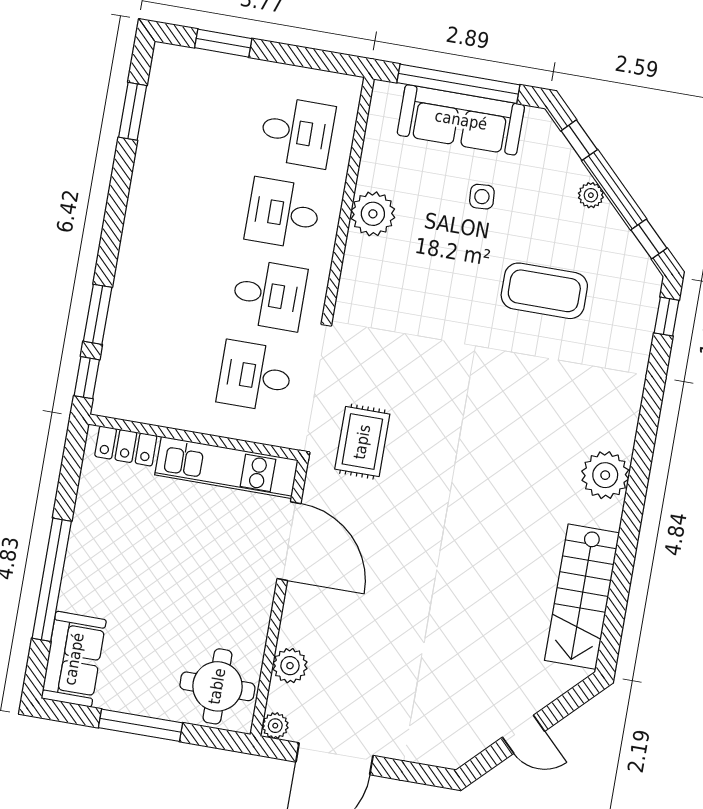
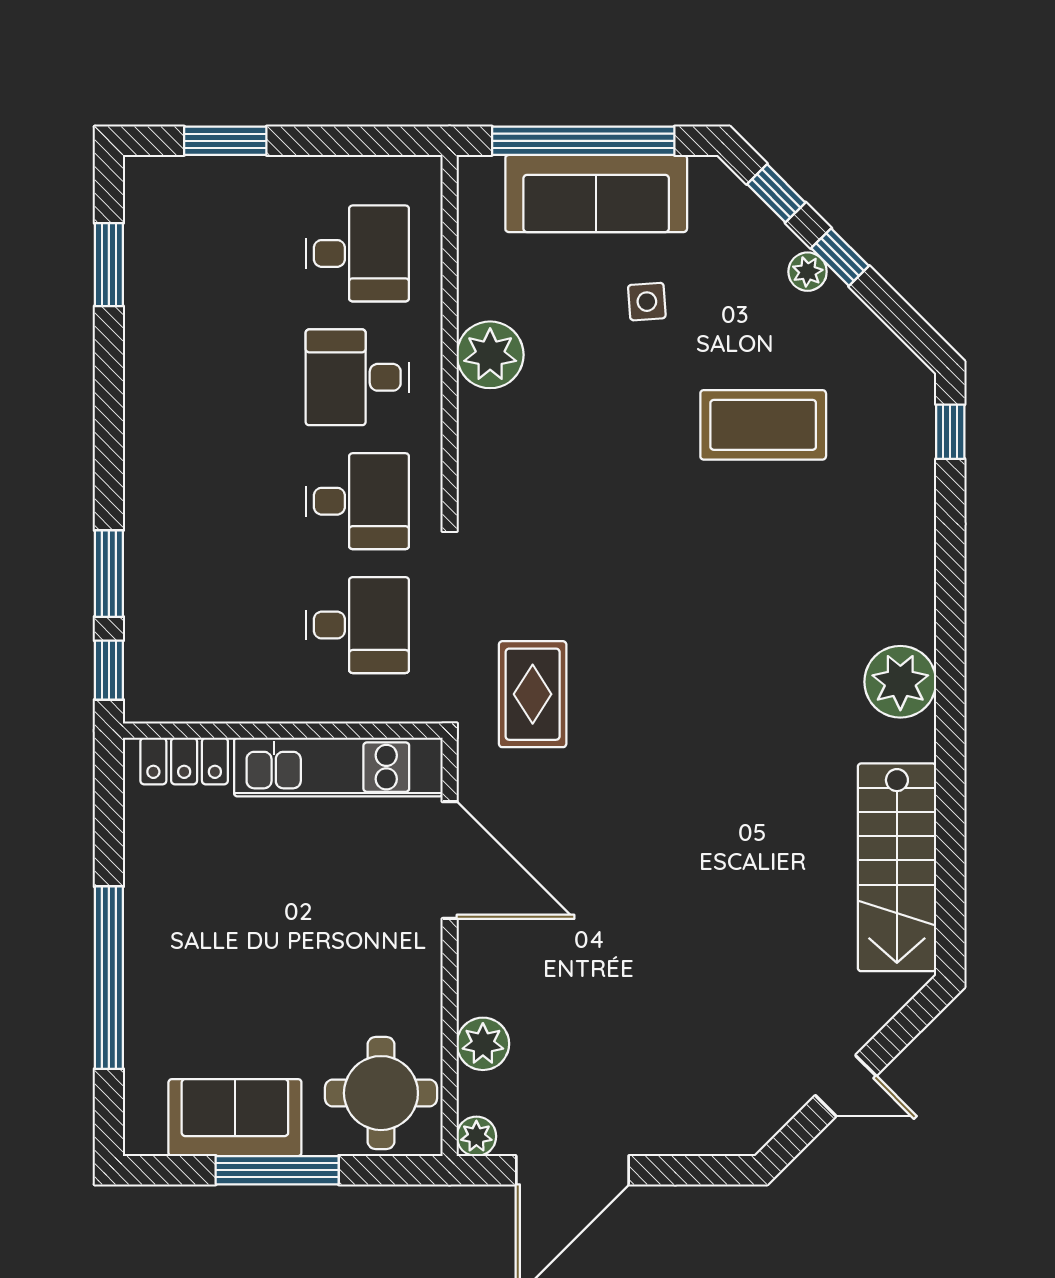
window: (649, 239) -> (840, 257), moved
desk: (255, 376) -> (357, 625), turned 180
sofa: (74, 659) -> (235, 1118), moved, turned -90

